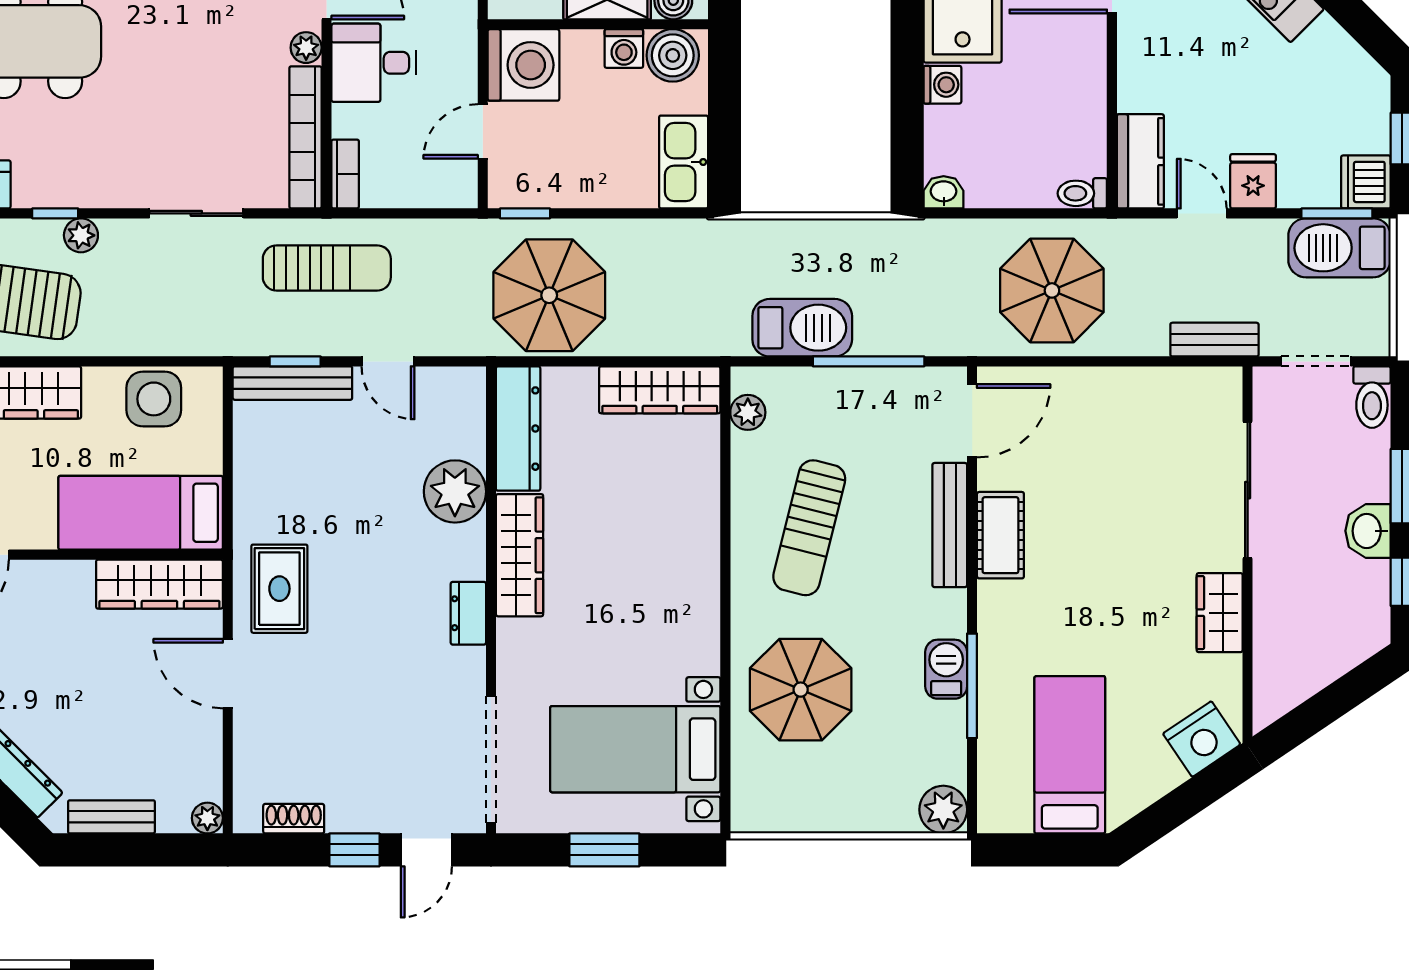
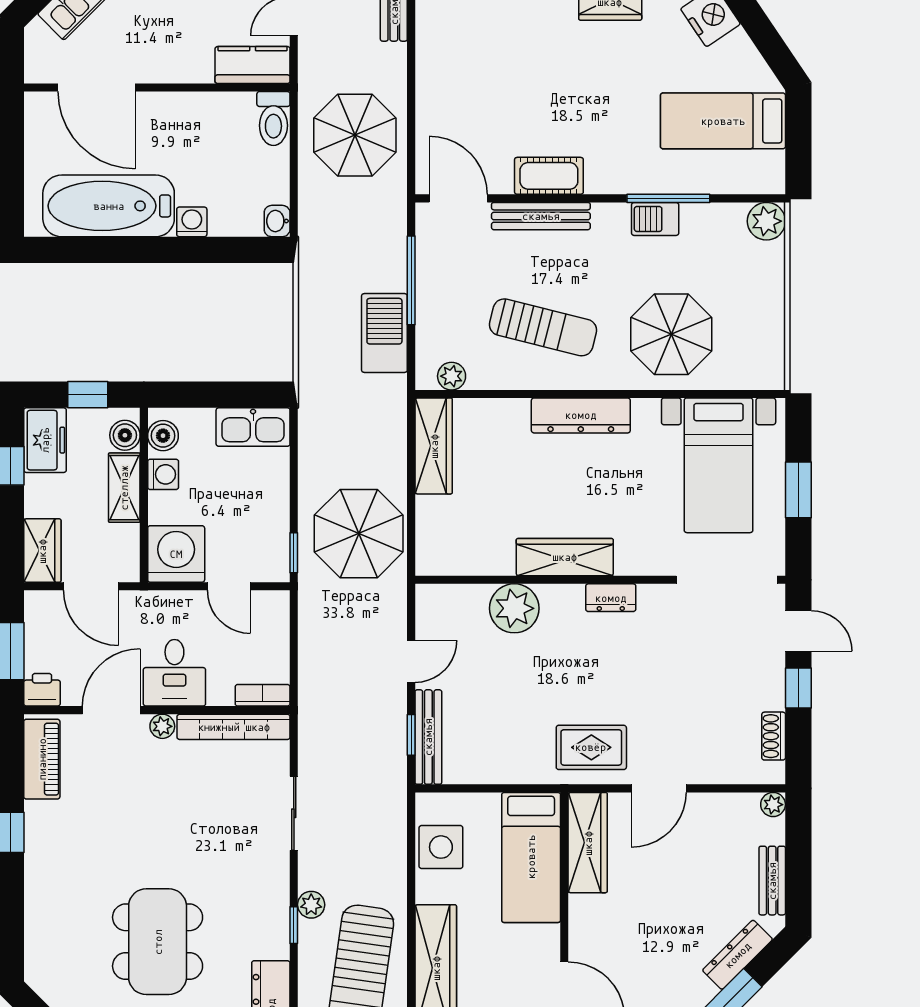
boiler: (673, 55) -> (163, 436), width x0.73, depth x0.73
toilet: (1082, 193) -> (273, 119), width x1.37, depth x1.39
sun lounger: (327, 268) -> (337, 710), removed
dresser: (518, 429) -> (581, 415), moved, turned 180

